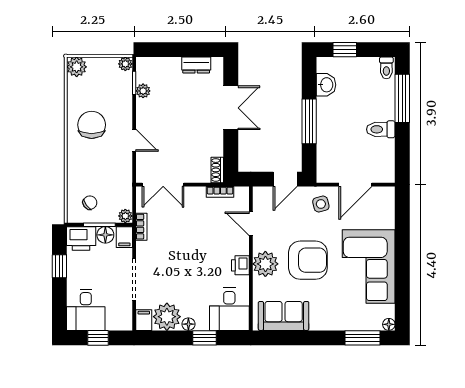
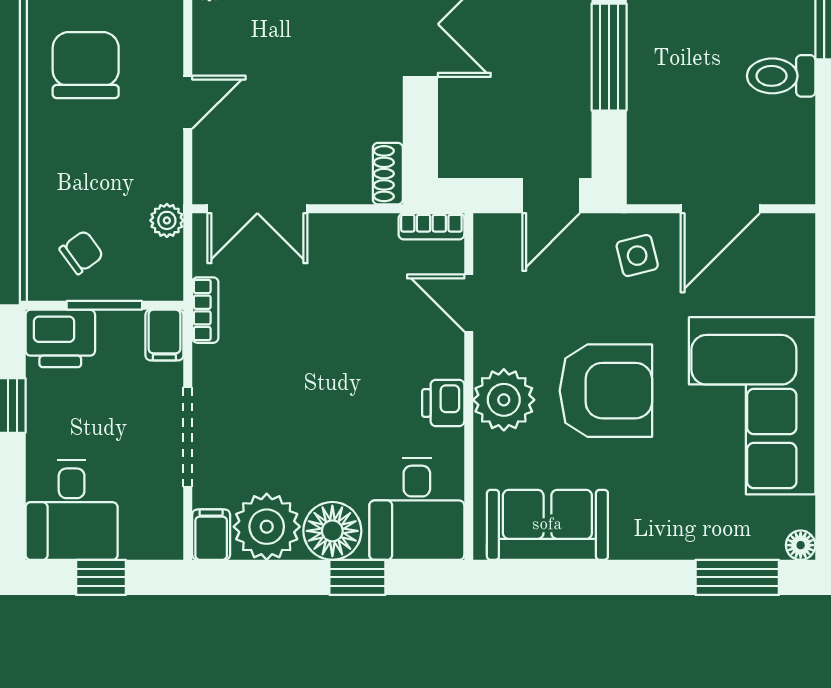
door: (134, 140) -> (188, 102), hinge flipped
bookcase: (220, 192) -> (431, 226), moved
plant: (125, 216) -> (167, 220), moved
floor lamp: (105, 235) -> (119, 330), removed
floor lamp: (188, 324) -> (332, 531), width x1.89, depth x1.89

